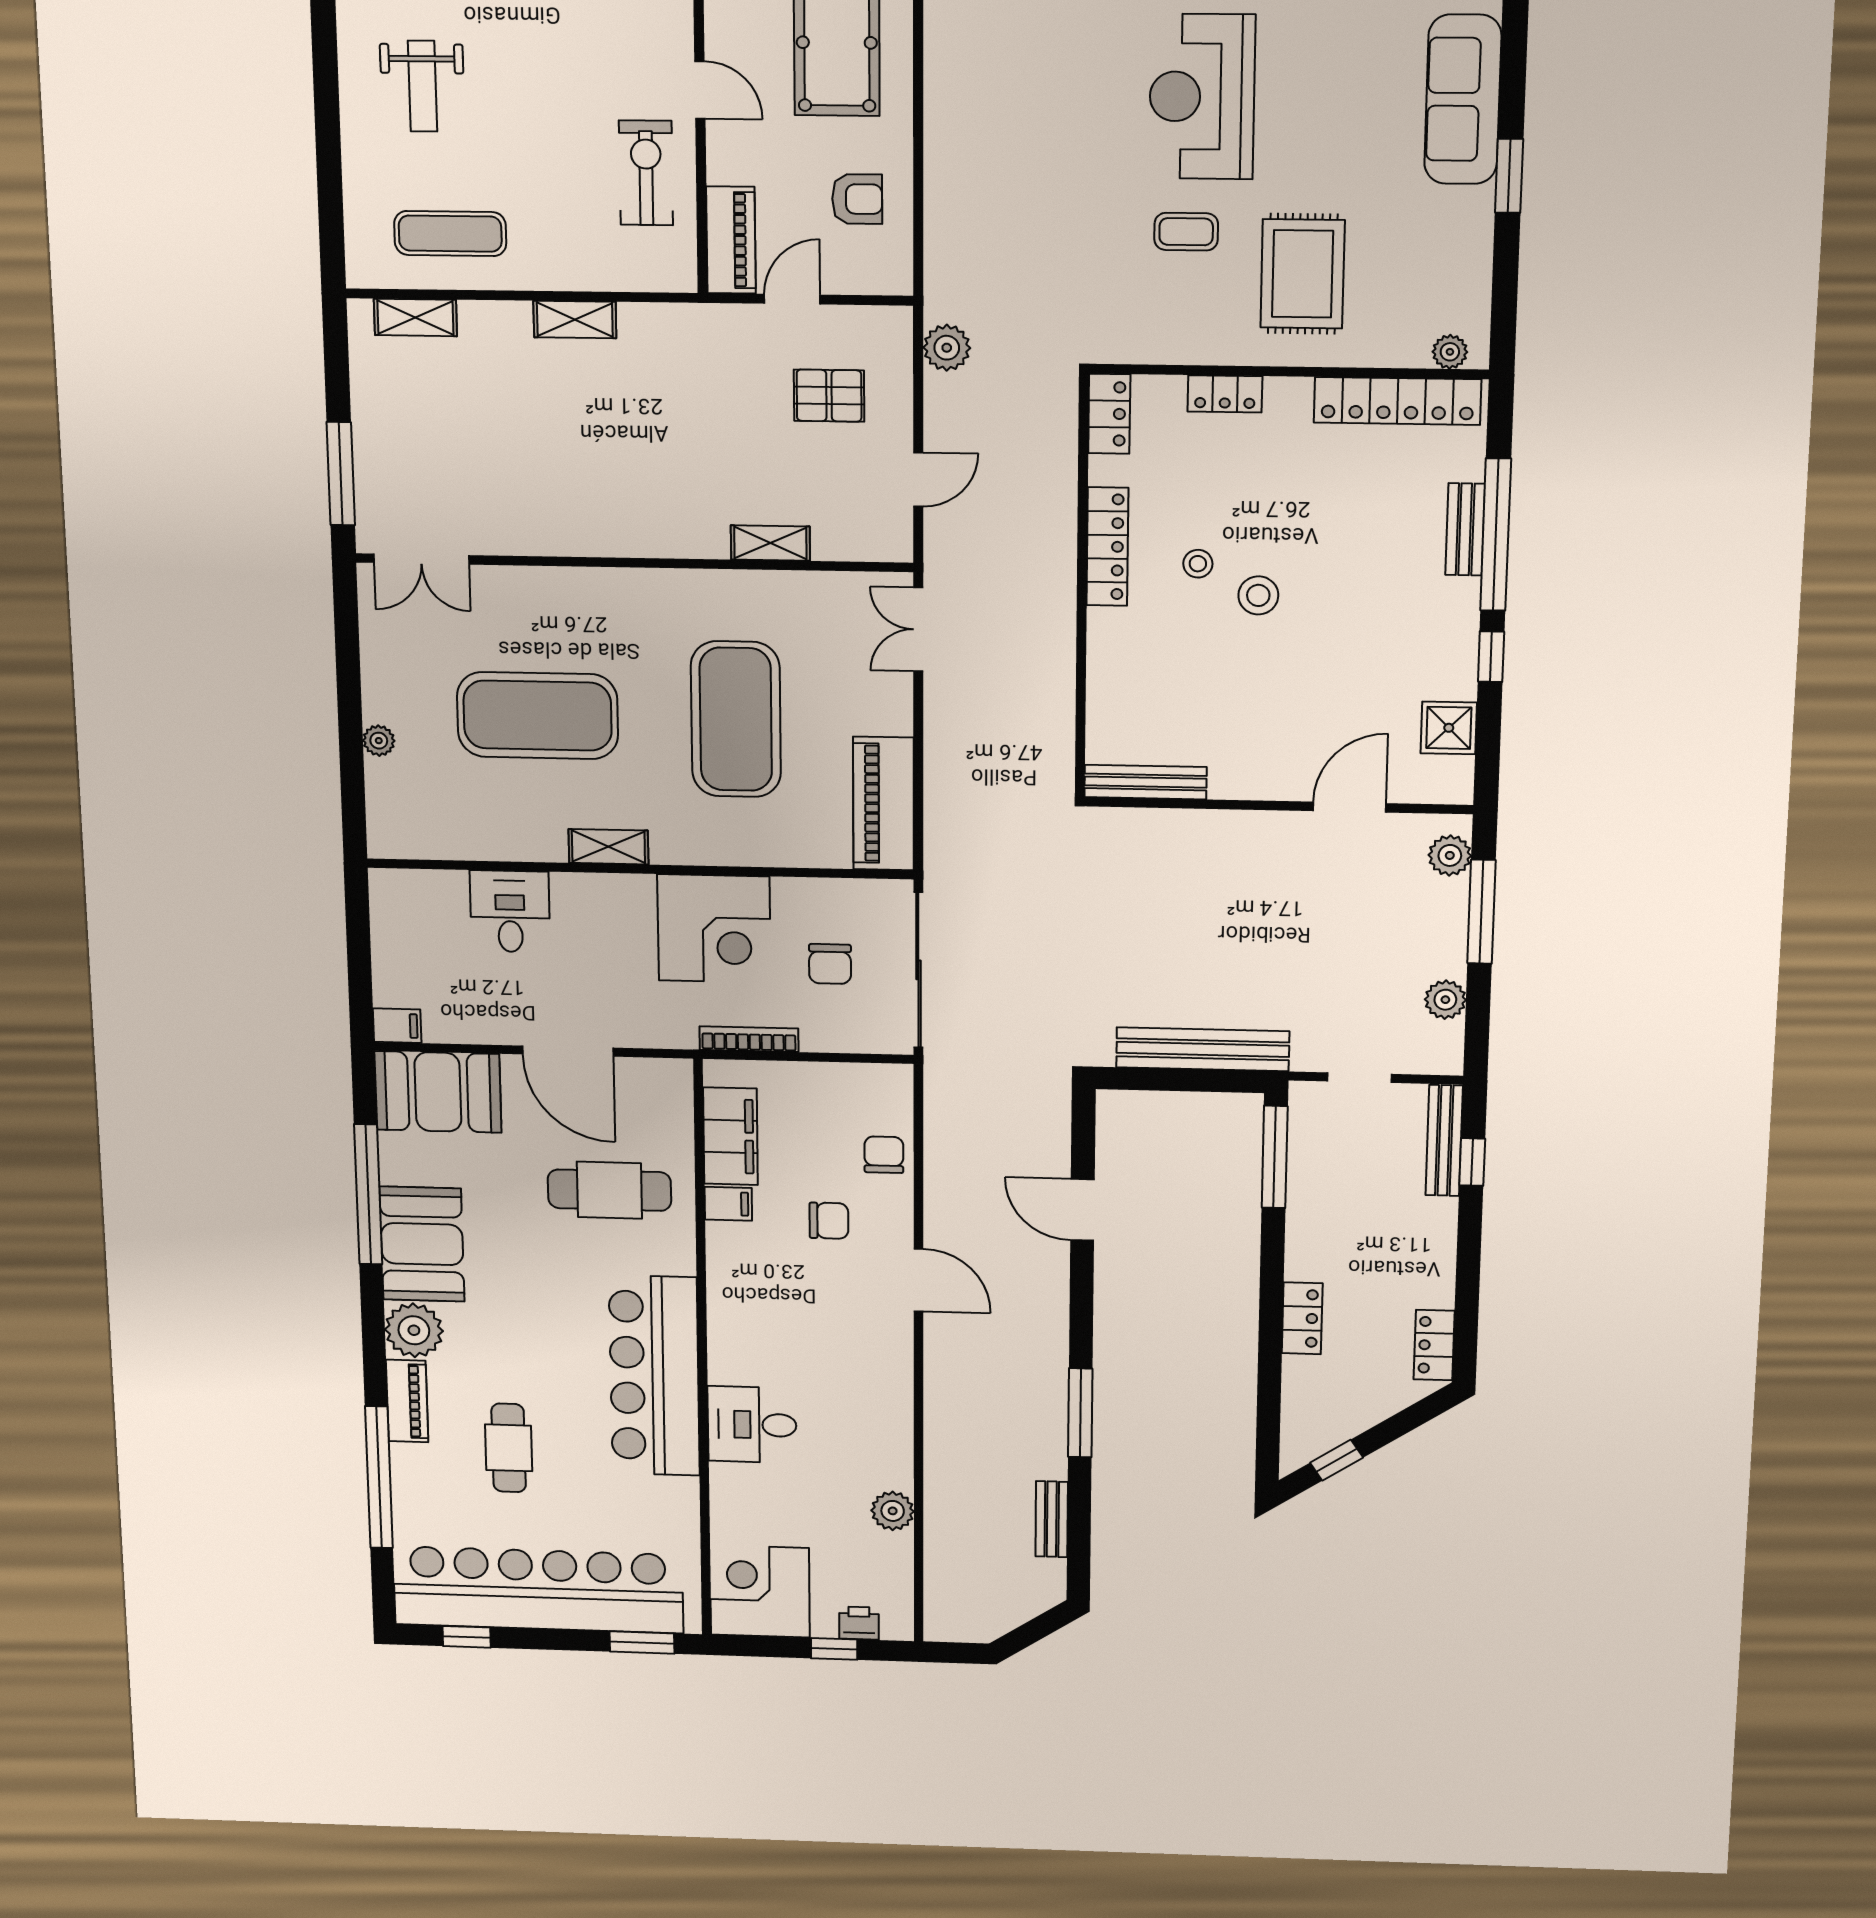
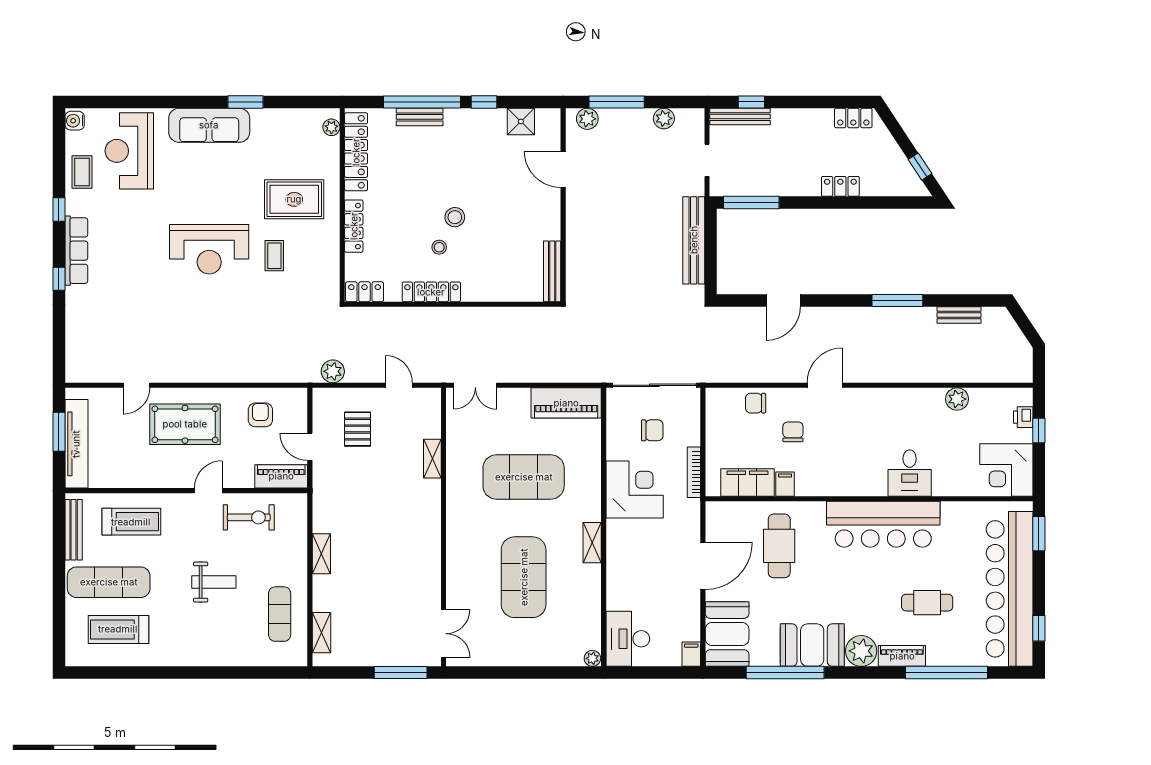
weight bench: (422, 86) -> (214, 582), moved
exercise bike: (646, 173) -> (249, 517), turned 180
locker: (1225, 394) -> (354, 226), width x1.53
plant: (379, 741) -> (592, 658), moved
desk: (510, 911) -> (628, 639), moved, width x1.37

